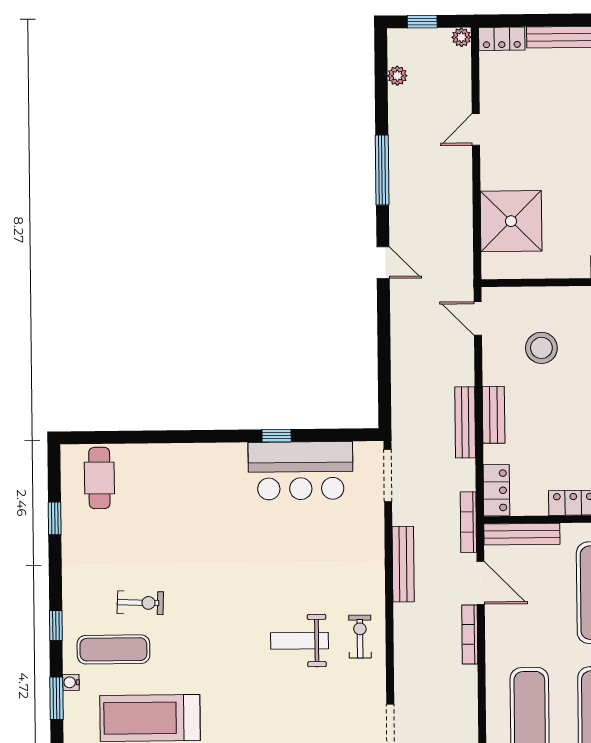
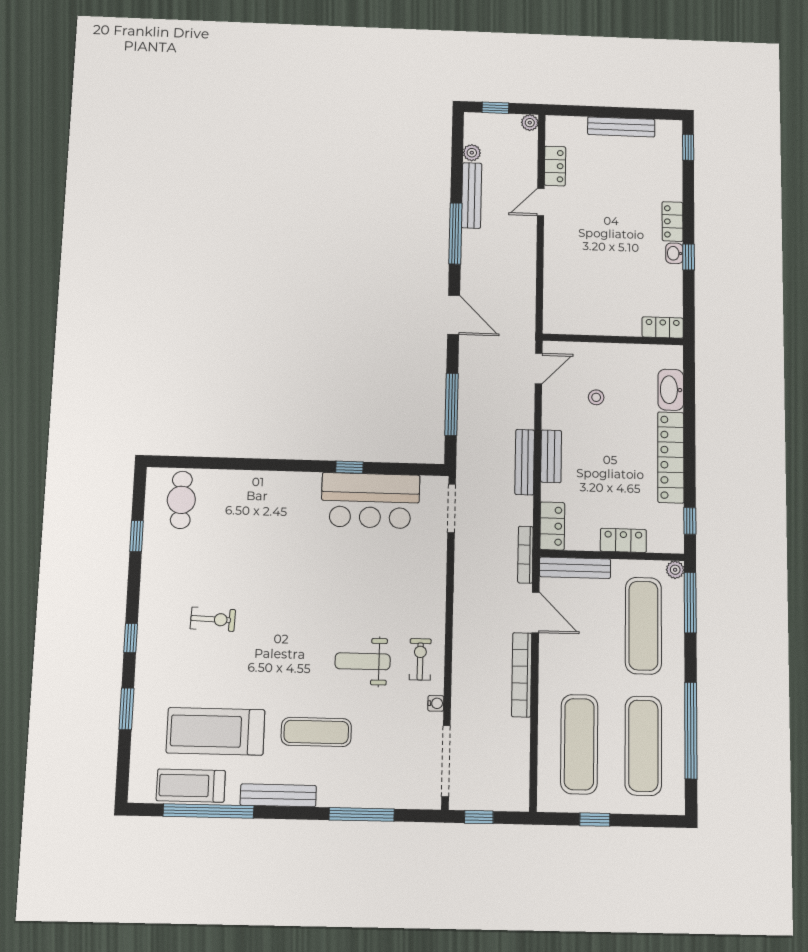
locker: (502, 39) -> (555, 166), moved, turned -90
shower: (511, 221) -> (571, 283), removed
door: (383, 263) -> (454, 315), width x1.38
door: (478, 319) -> (539, 368), swing flipped
stool: (541, 348) -> (596, 397), width x0.53, depth x0.53
window: (384, 362) -> (452, 404), added
bench: (403, 564) -> (472, 195), moved
bookcase: (470, 634) -> (522, 675), width x1.48, depth x1.31
exercise mat: (113, 649) -> (316, 732), moved
water cooler: (71, 682) -> (436, 703), moved, turned 180

